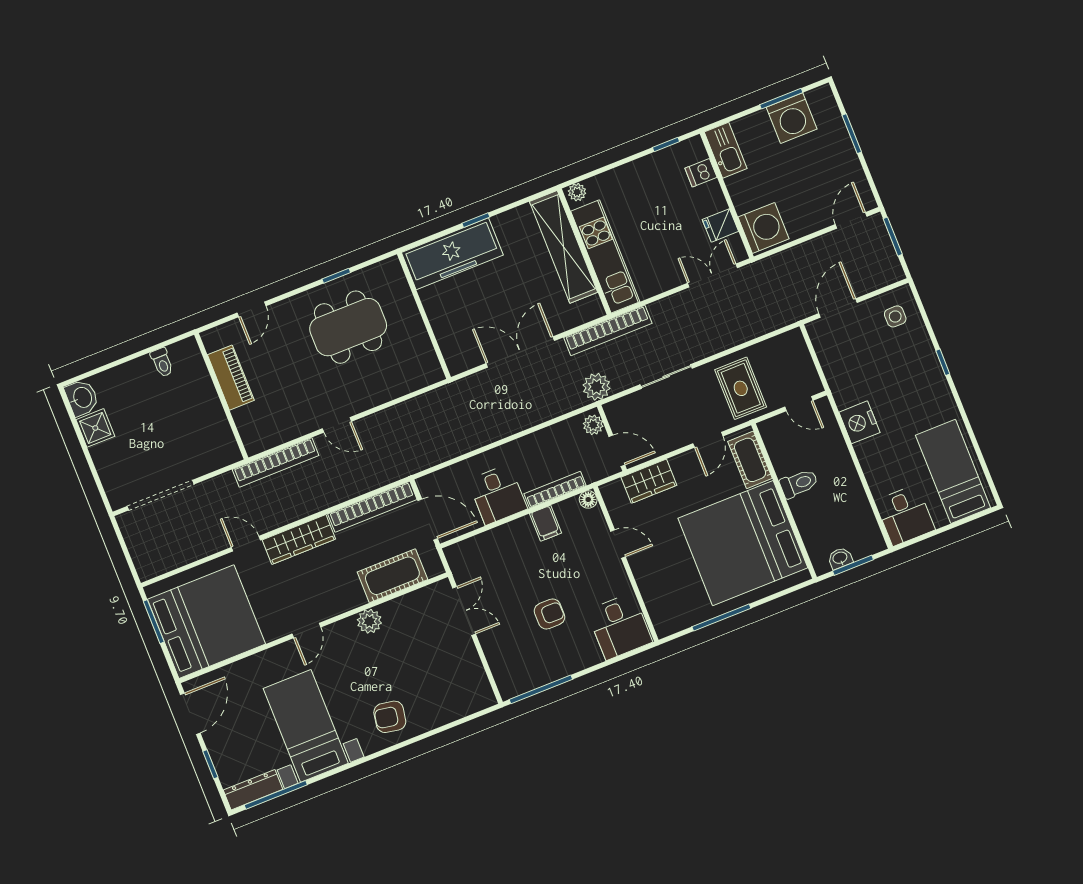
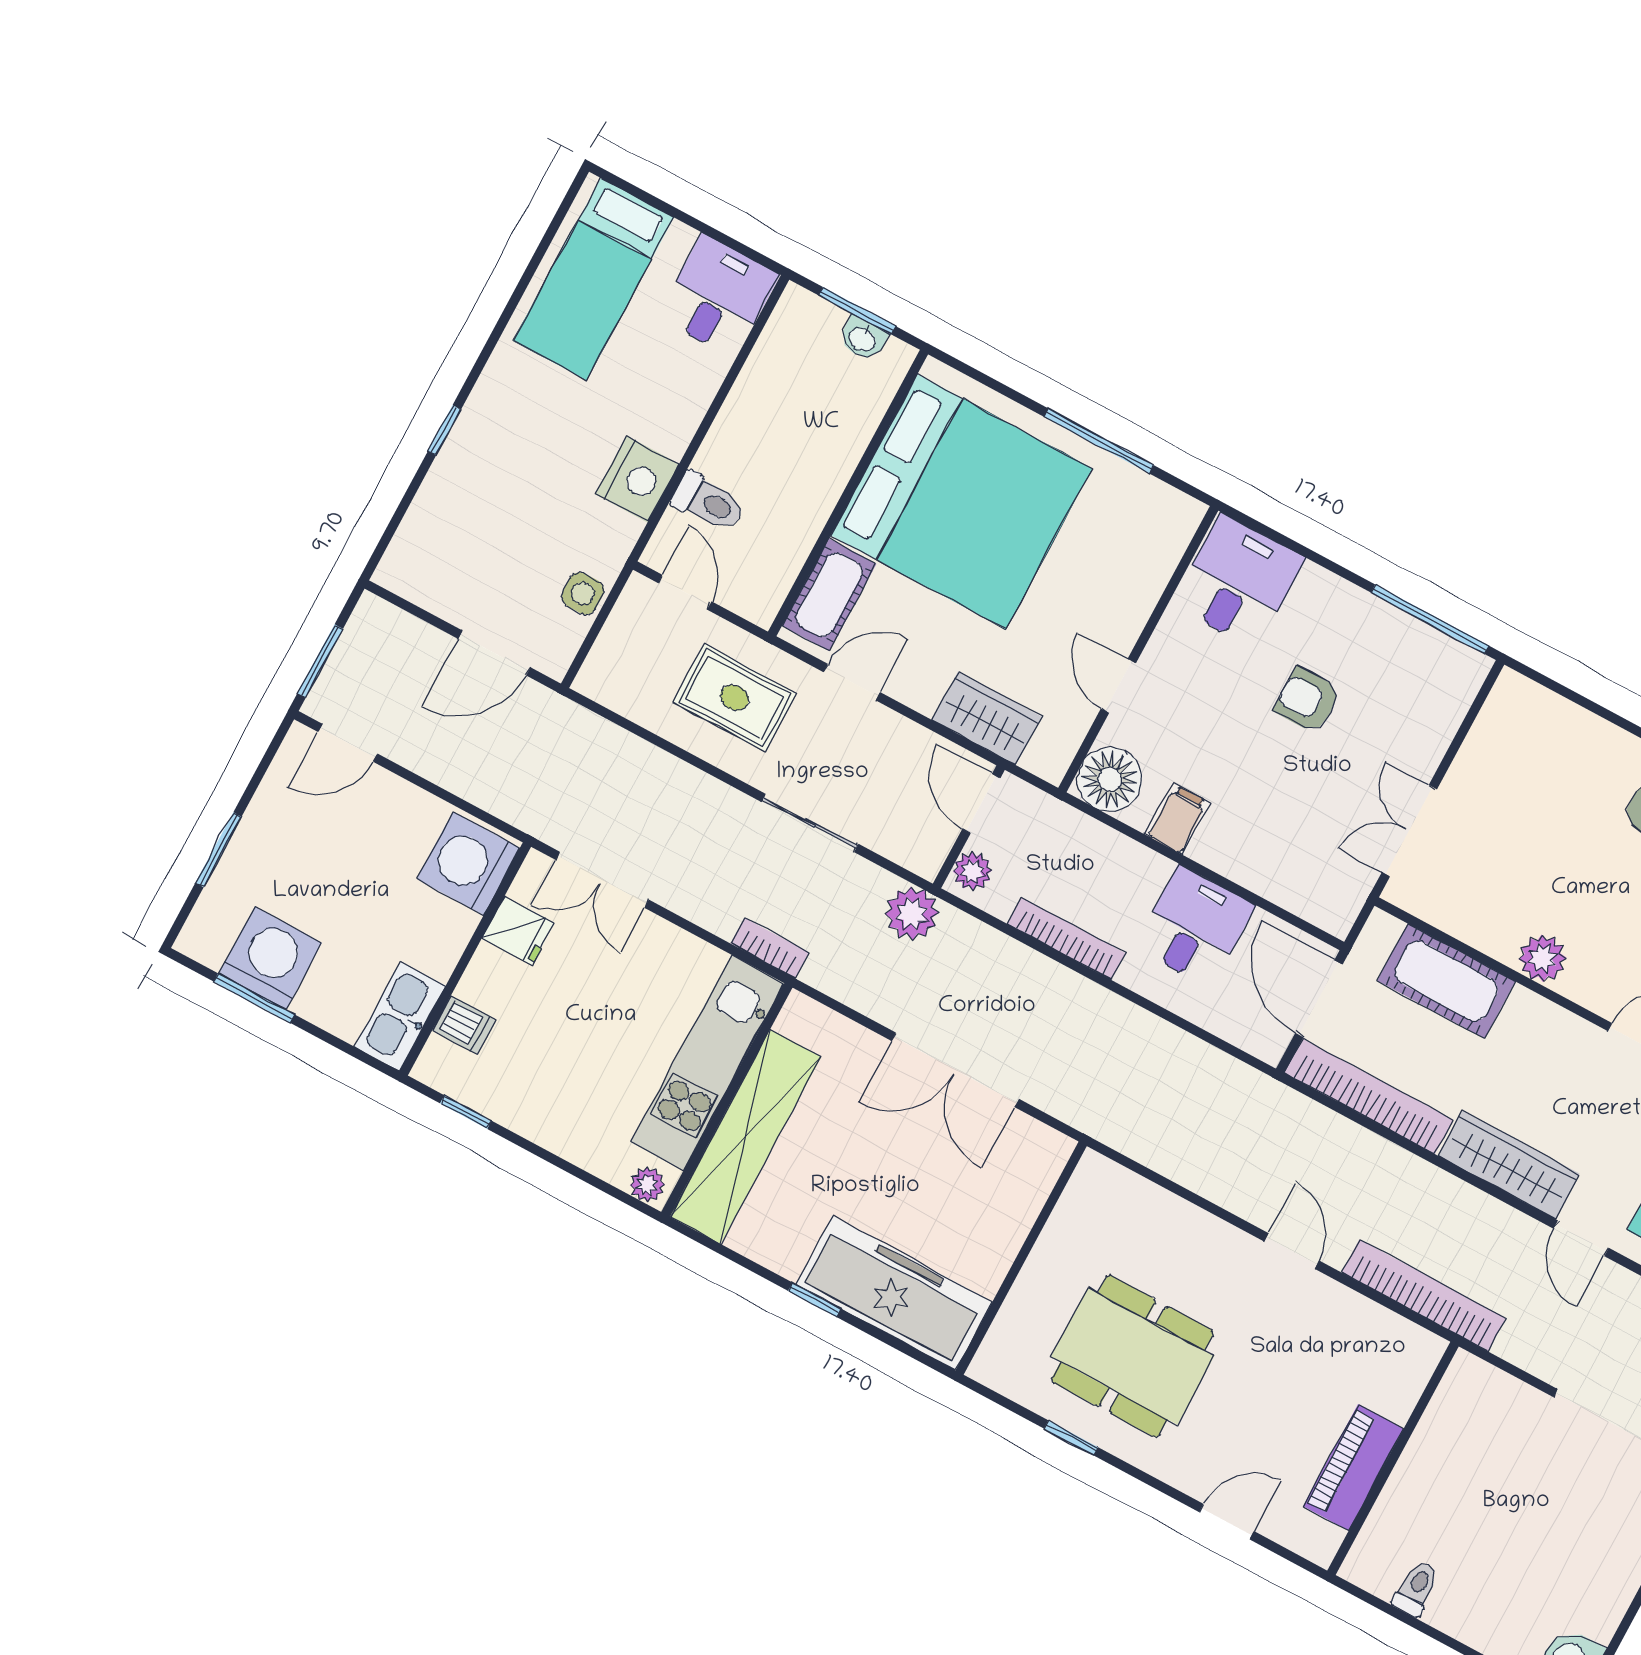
side table: (895, 316) -> (583, 593), moved
bookcase: (608, 330) -> (770, 948), width x0.43, depth x0.76
rug: (741, 388) -> (735, 698), turned 90
shower: (95, 428) -> (1597, 1606), removed
toilet: (799, 484) -> (709, 502), moved, turned 180
bookcase: (555, 490) -> (1066, 939), moved, turned 180
floor lamp: (588, 499) -> (1110, 779), width x1.89, depth x1.89

